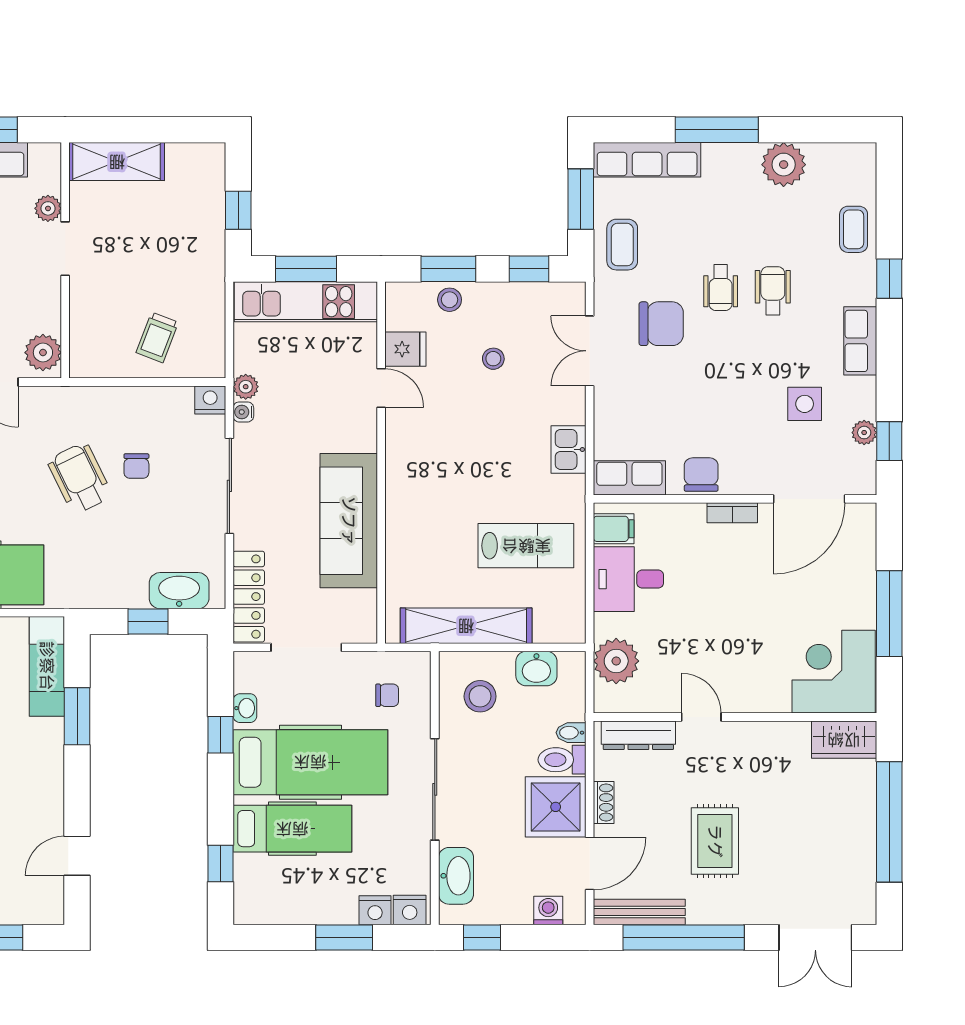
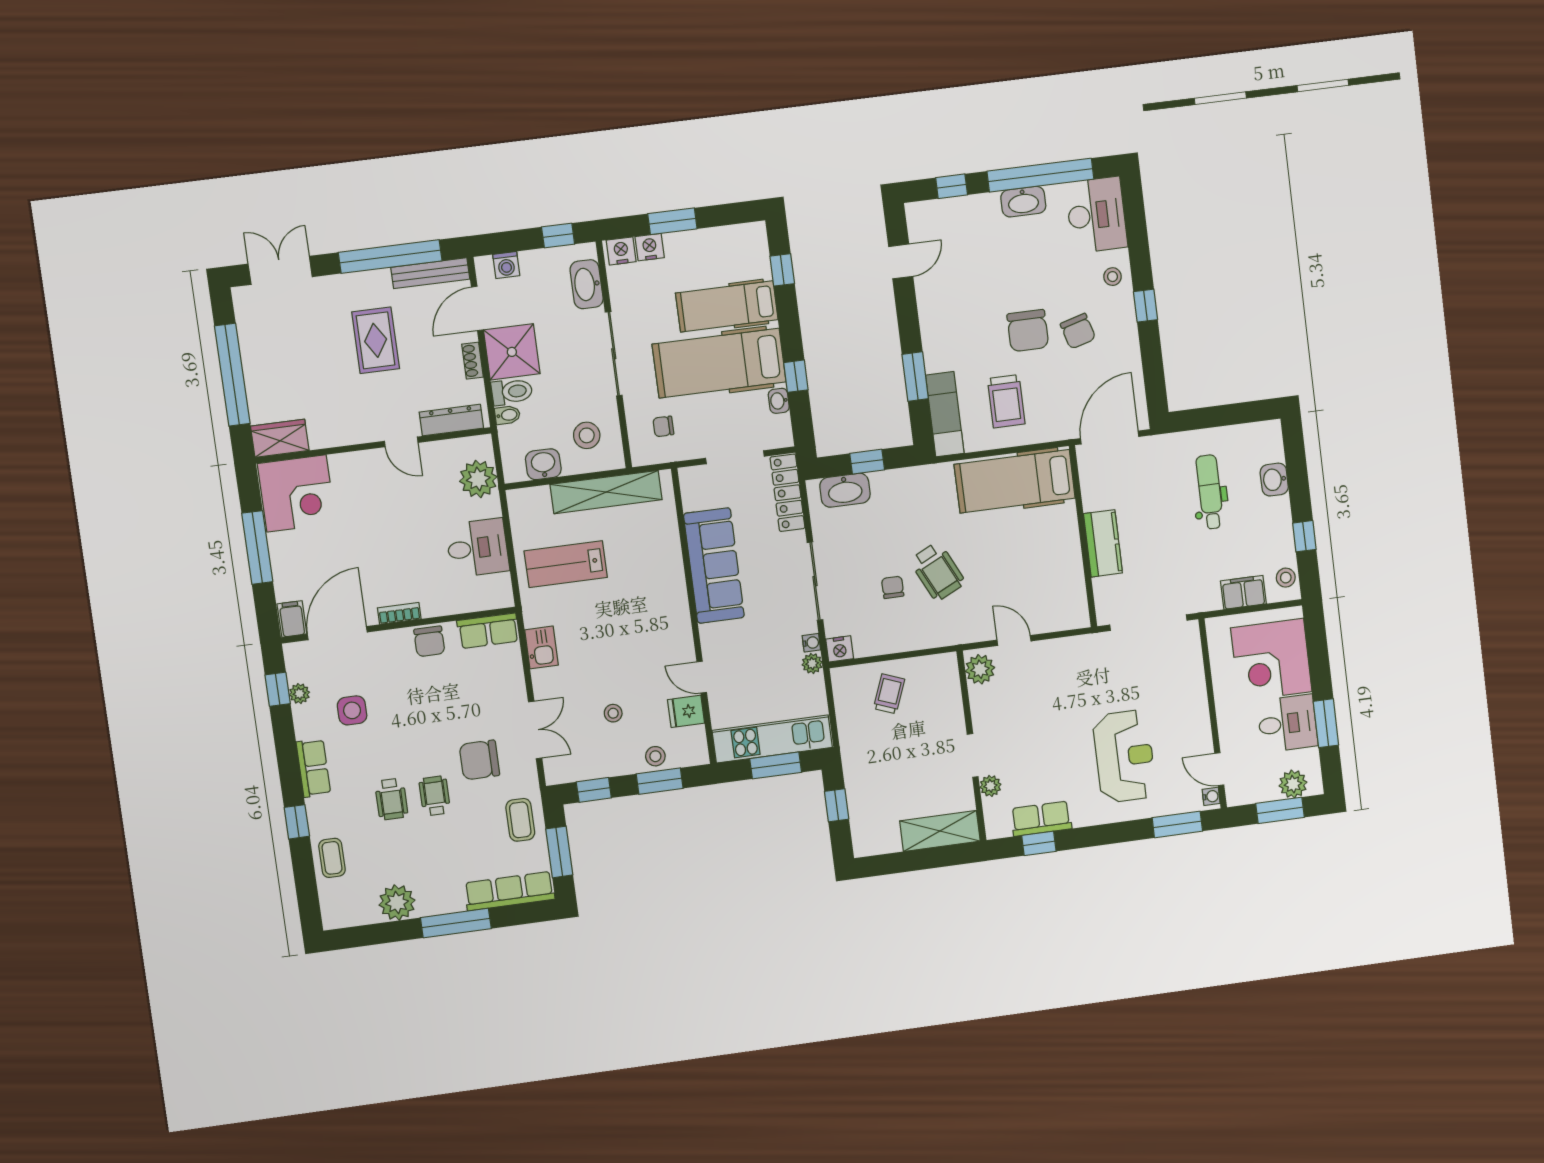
filing cabinet: (614, 529) -> (292, 619), moved, turned 90

